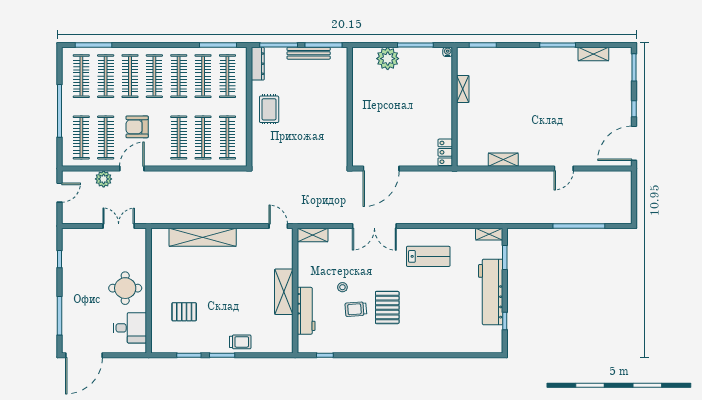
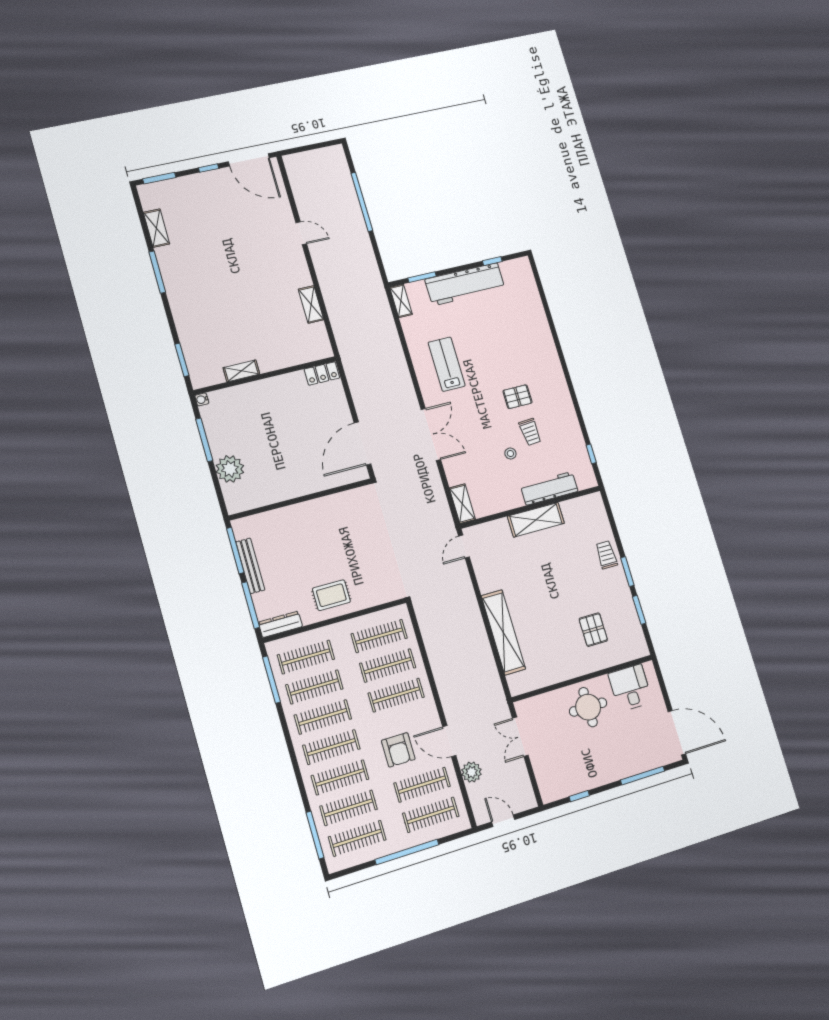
door: (381, 169) -> (363, 444), swing flipped
pallet: (387, 307) -> (517, 397), width x0.67, depth x0.71

